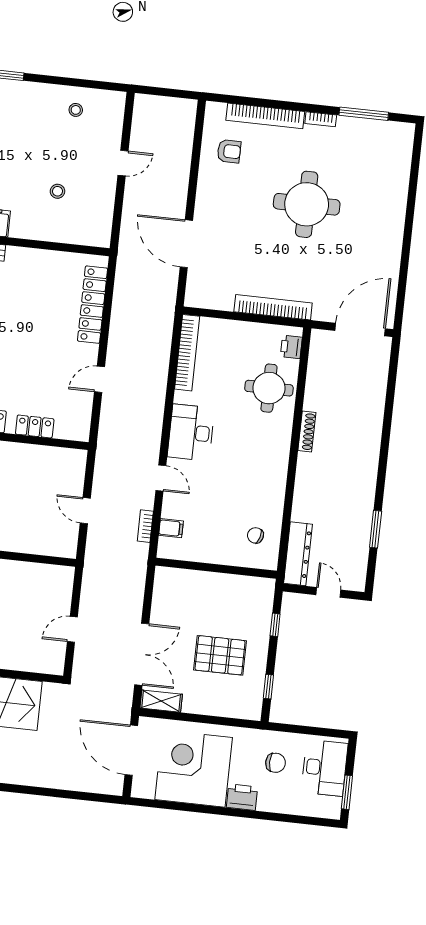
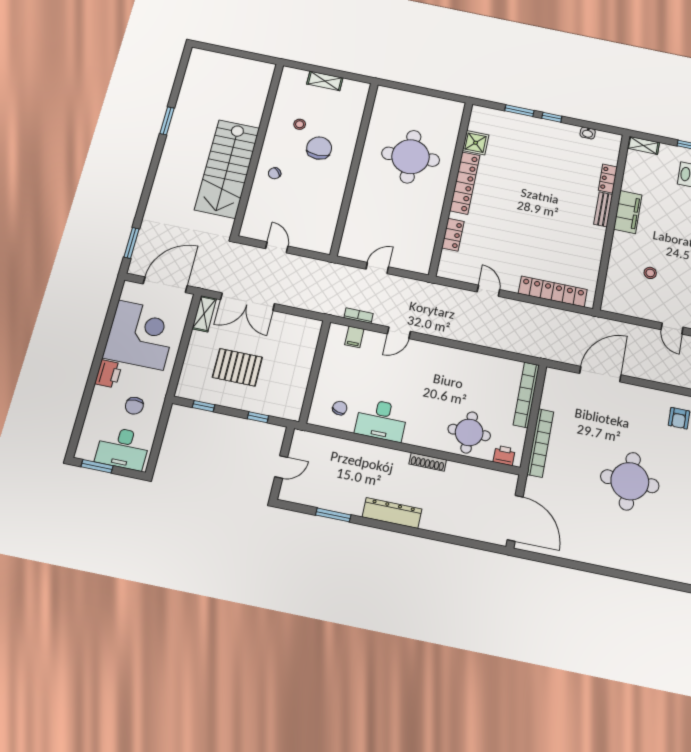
bookcase: (187, 353) -> (526, 395), moved, turned 90
desk: (191, 432) -> (381, 420), moved, turned 180
dresser: (298, 554) -> (392, 513), moved, turned 180
pallet: (220, 655) -> (237, 367), turned 90
window: (85, 796) -> (131, 243), added

